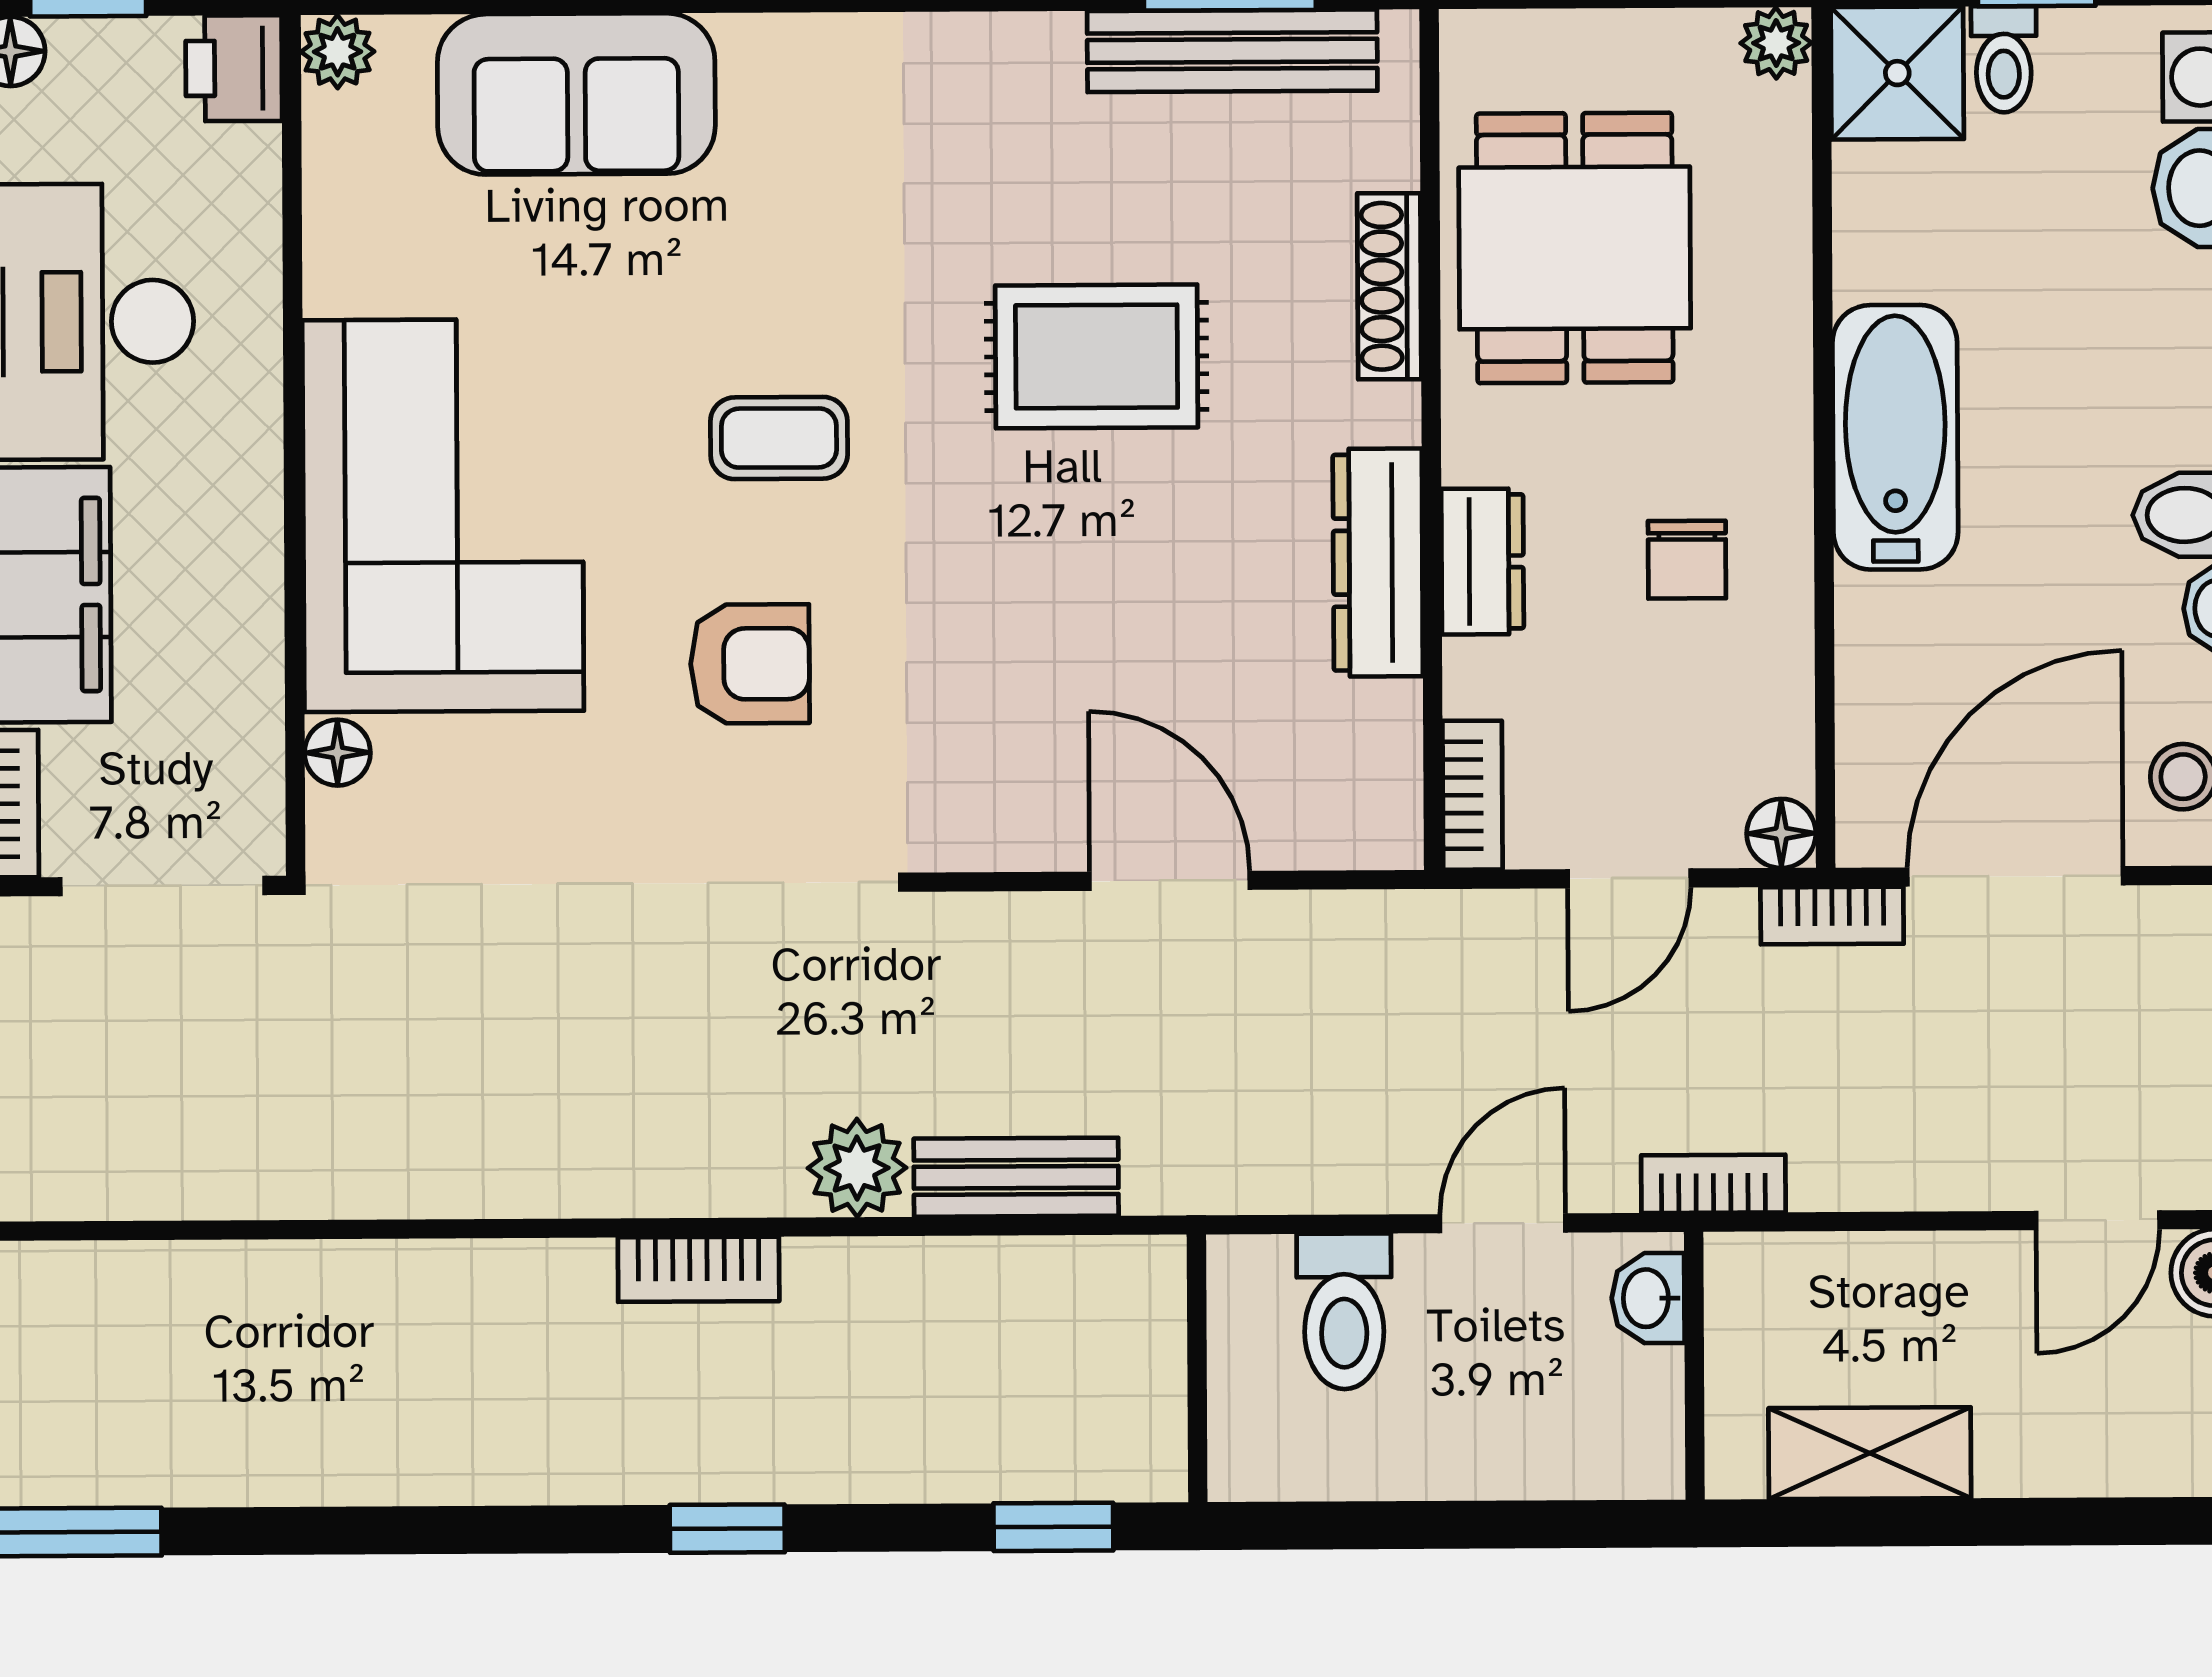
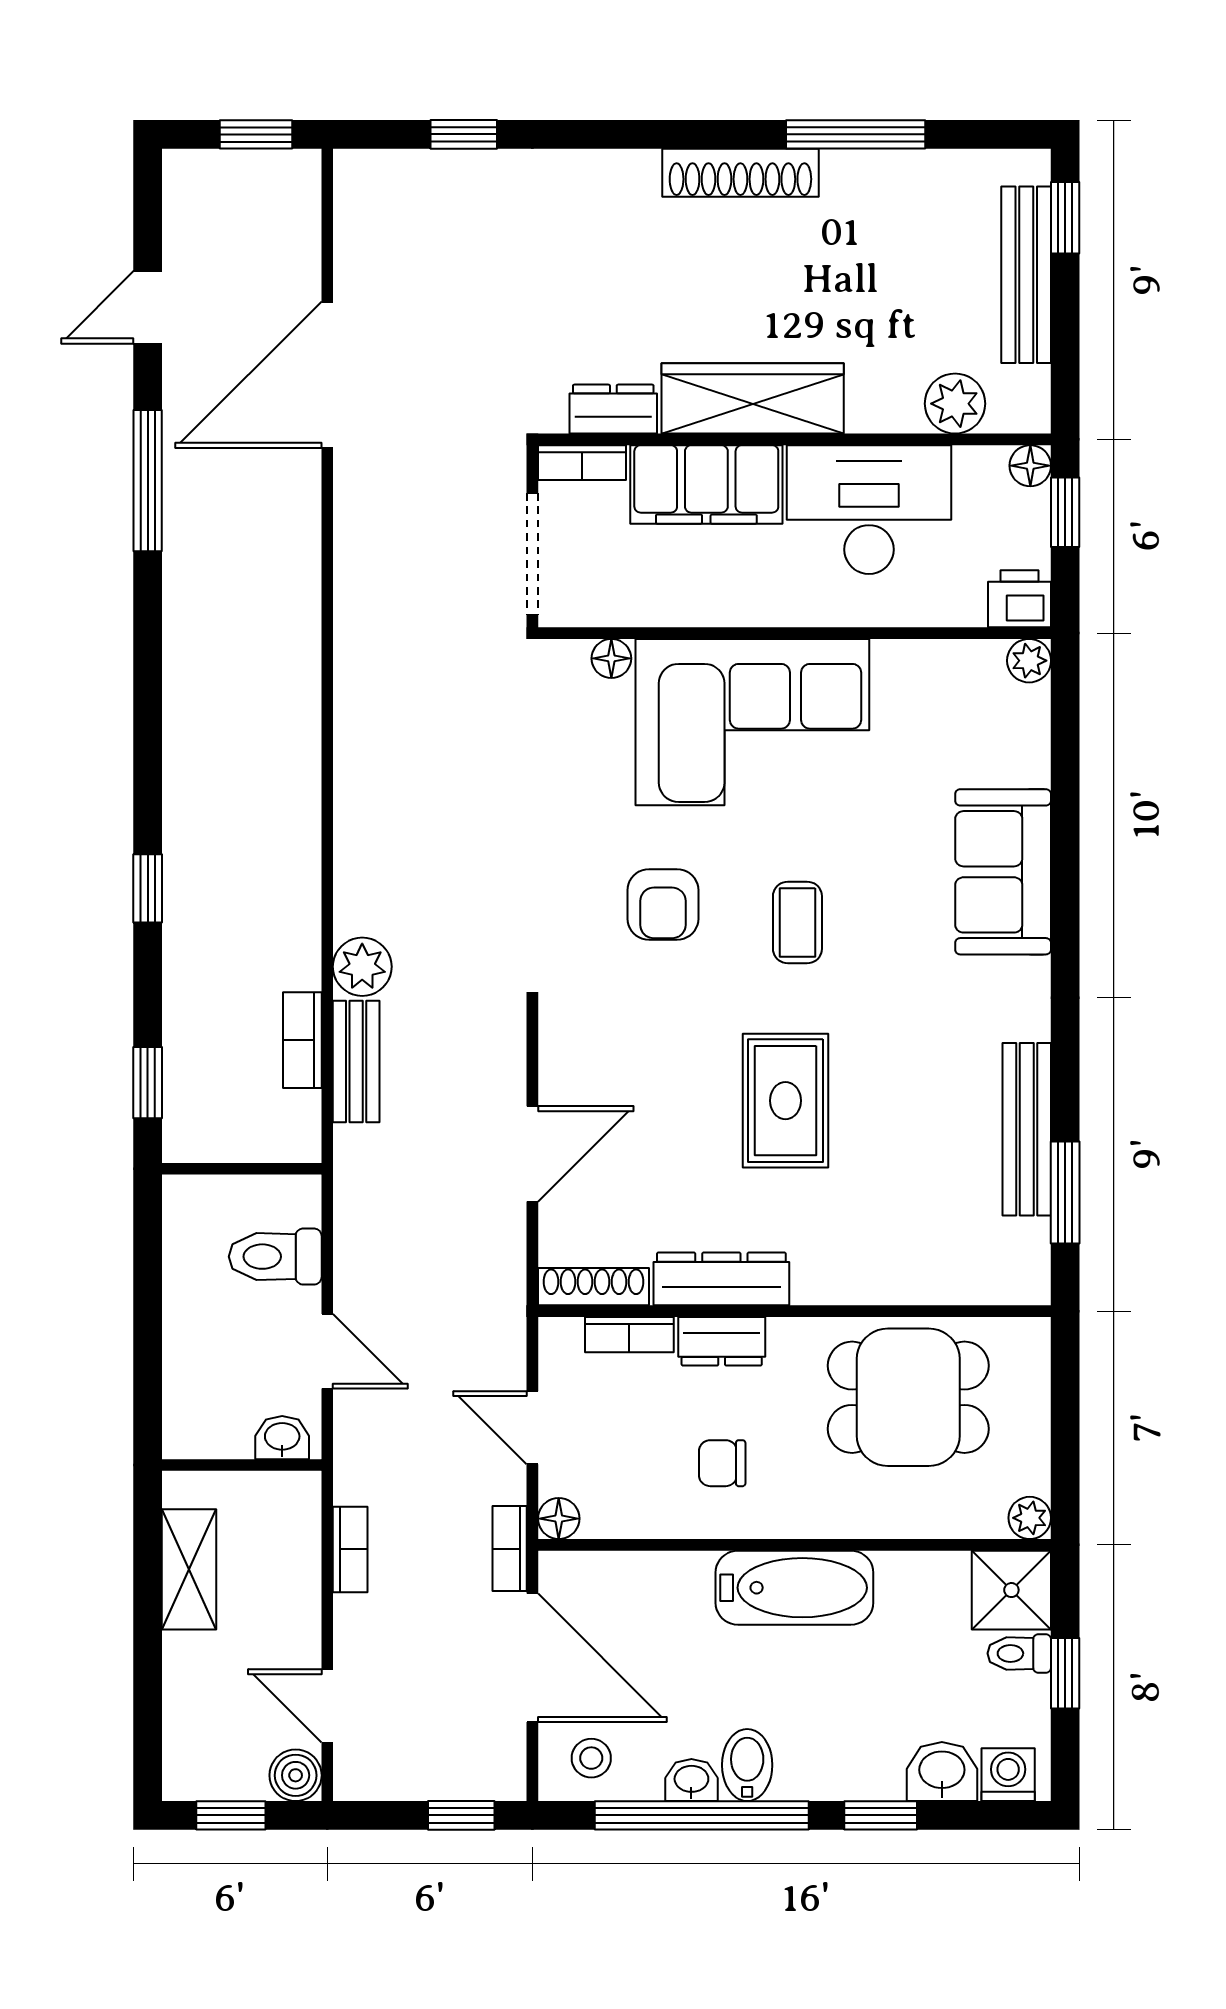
bench: (1232, 51) -> (1027, 1129), moved
sofa: (576, 94) -> (1003, 872), moved
shoe rack: (1389, 286) -> (594, 1287), moved
rug: (1097, 356) -> (785, 1101), moved
bookcase: (1472, 795) -> (629, 1335), moved
bookcase: (1713, 1184) -> (350, 1549), moved
bookcase: (699, 1269) -> (302, 1040), moved

